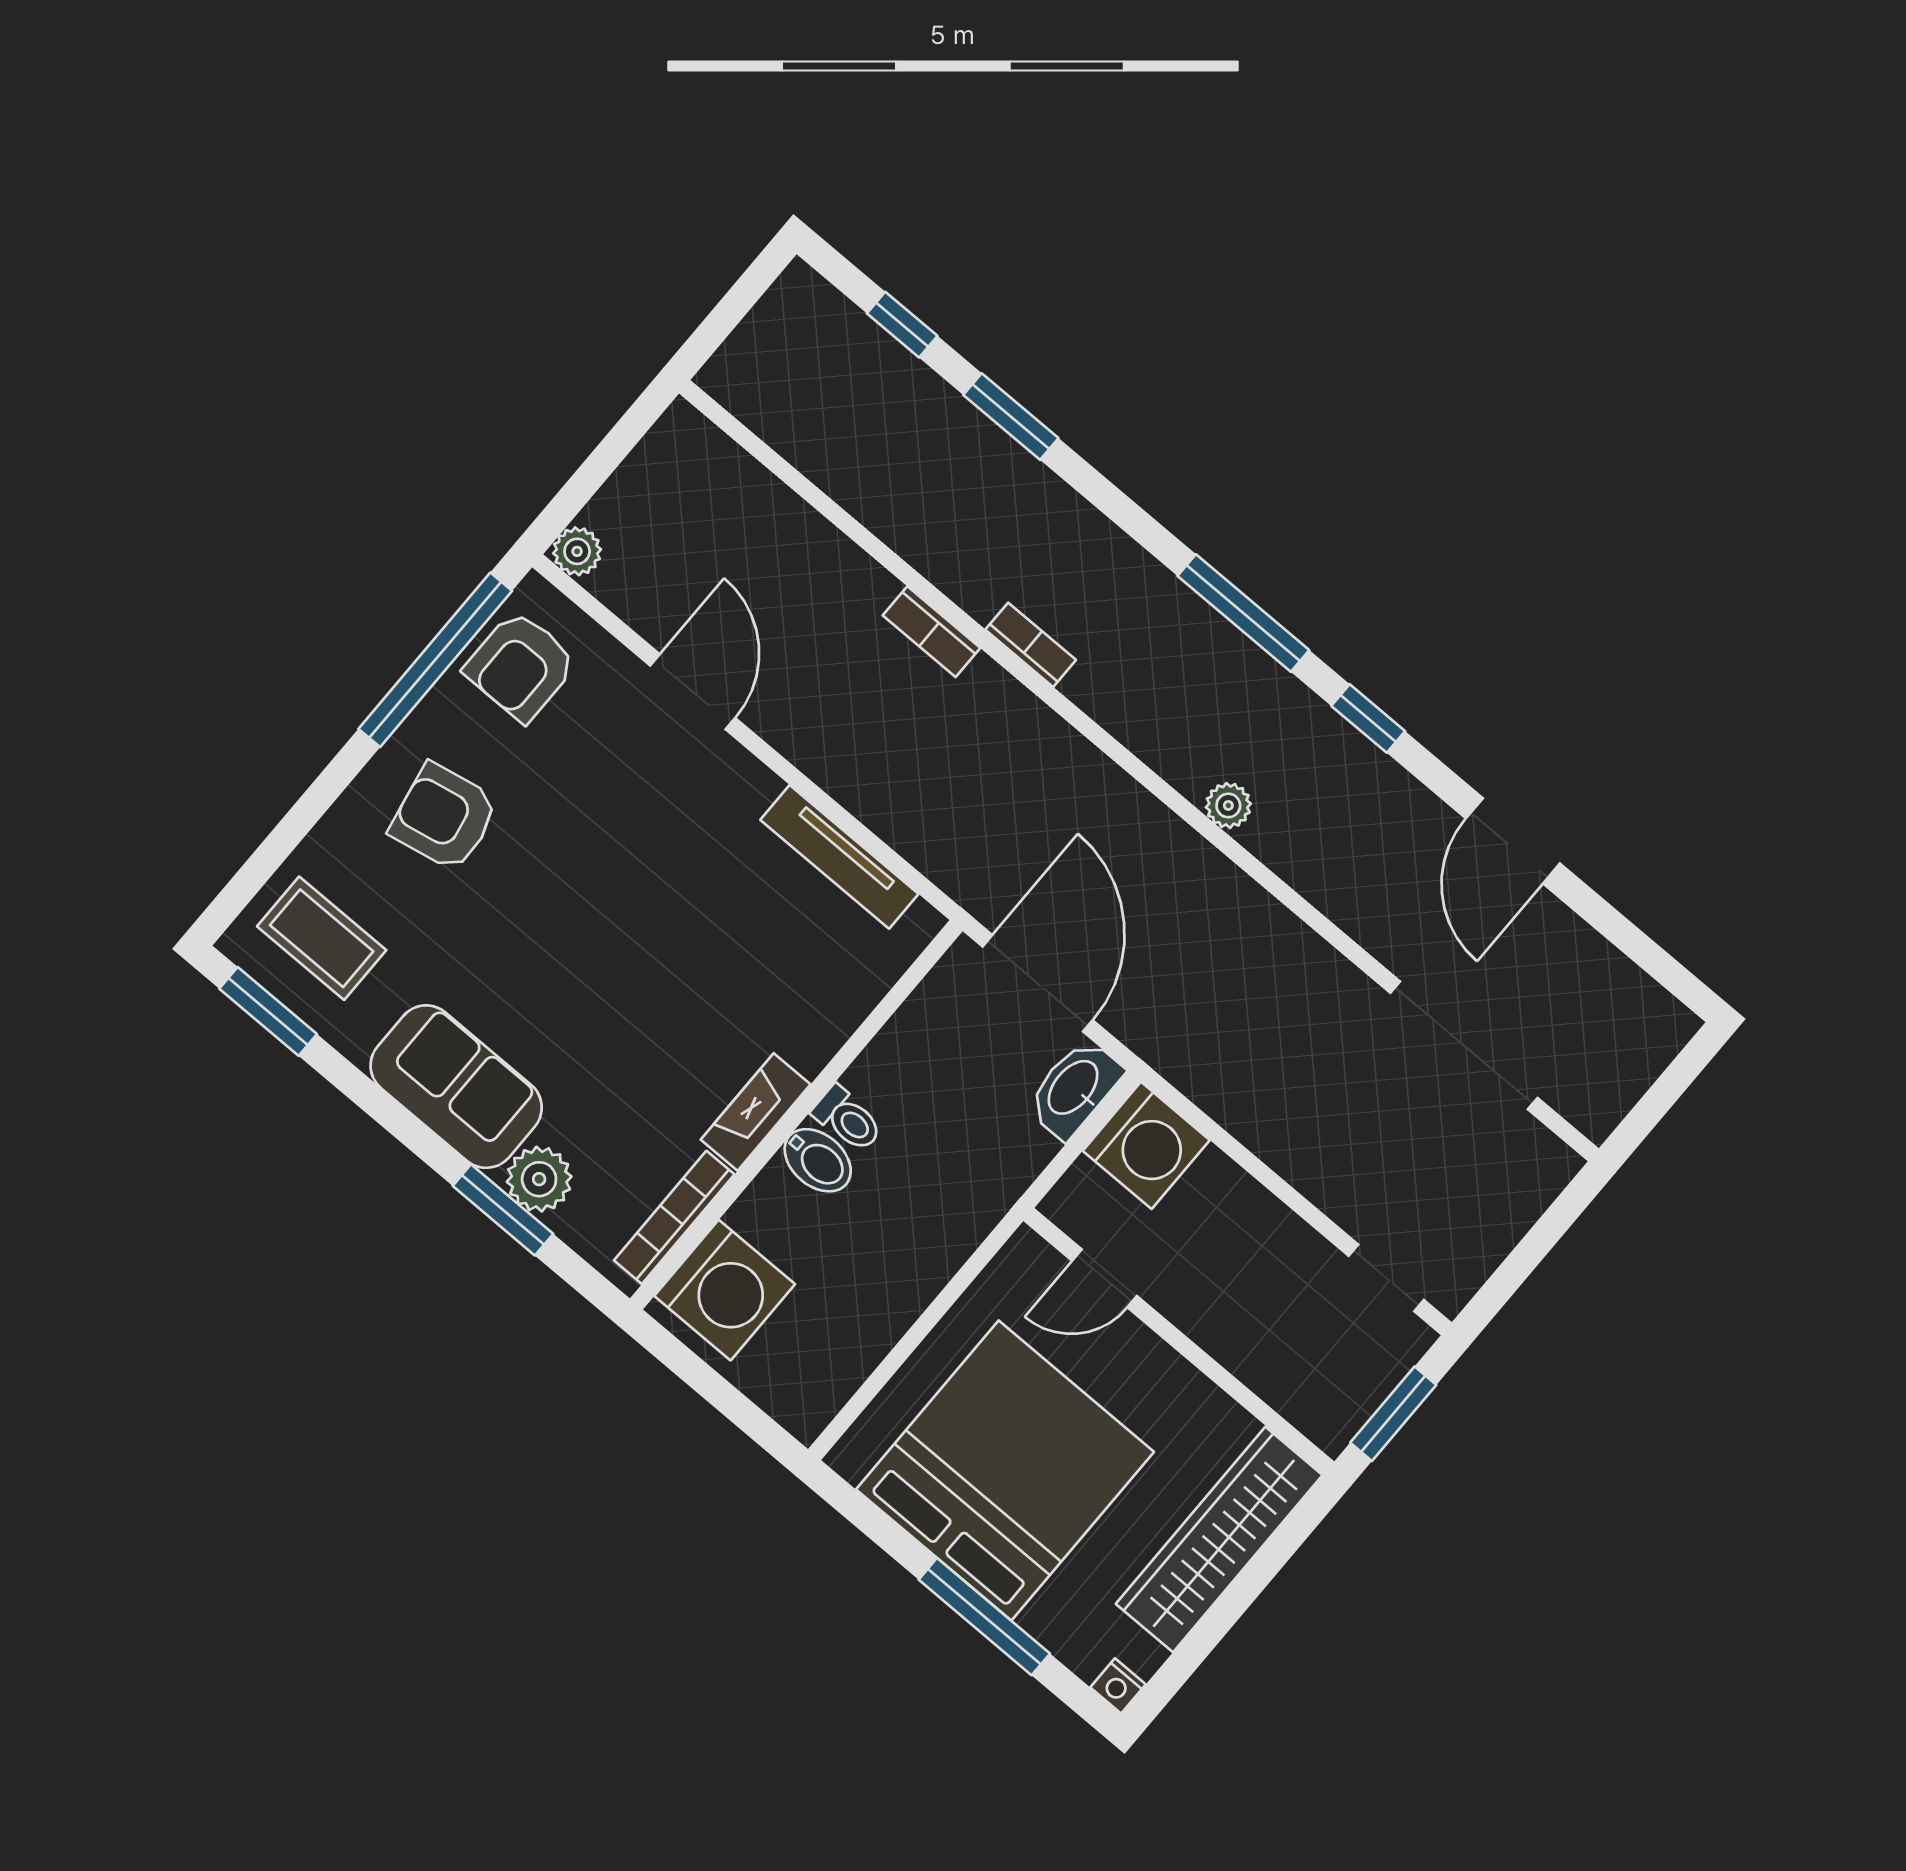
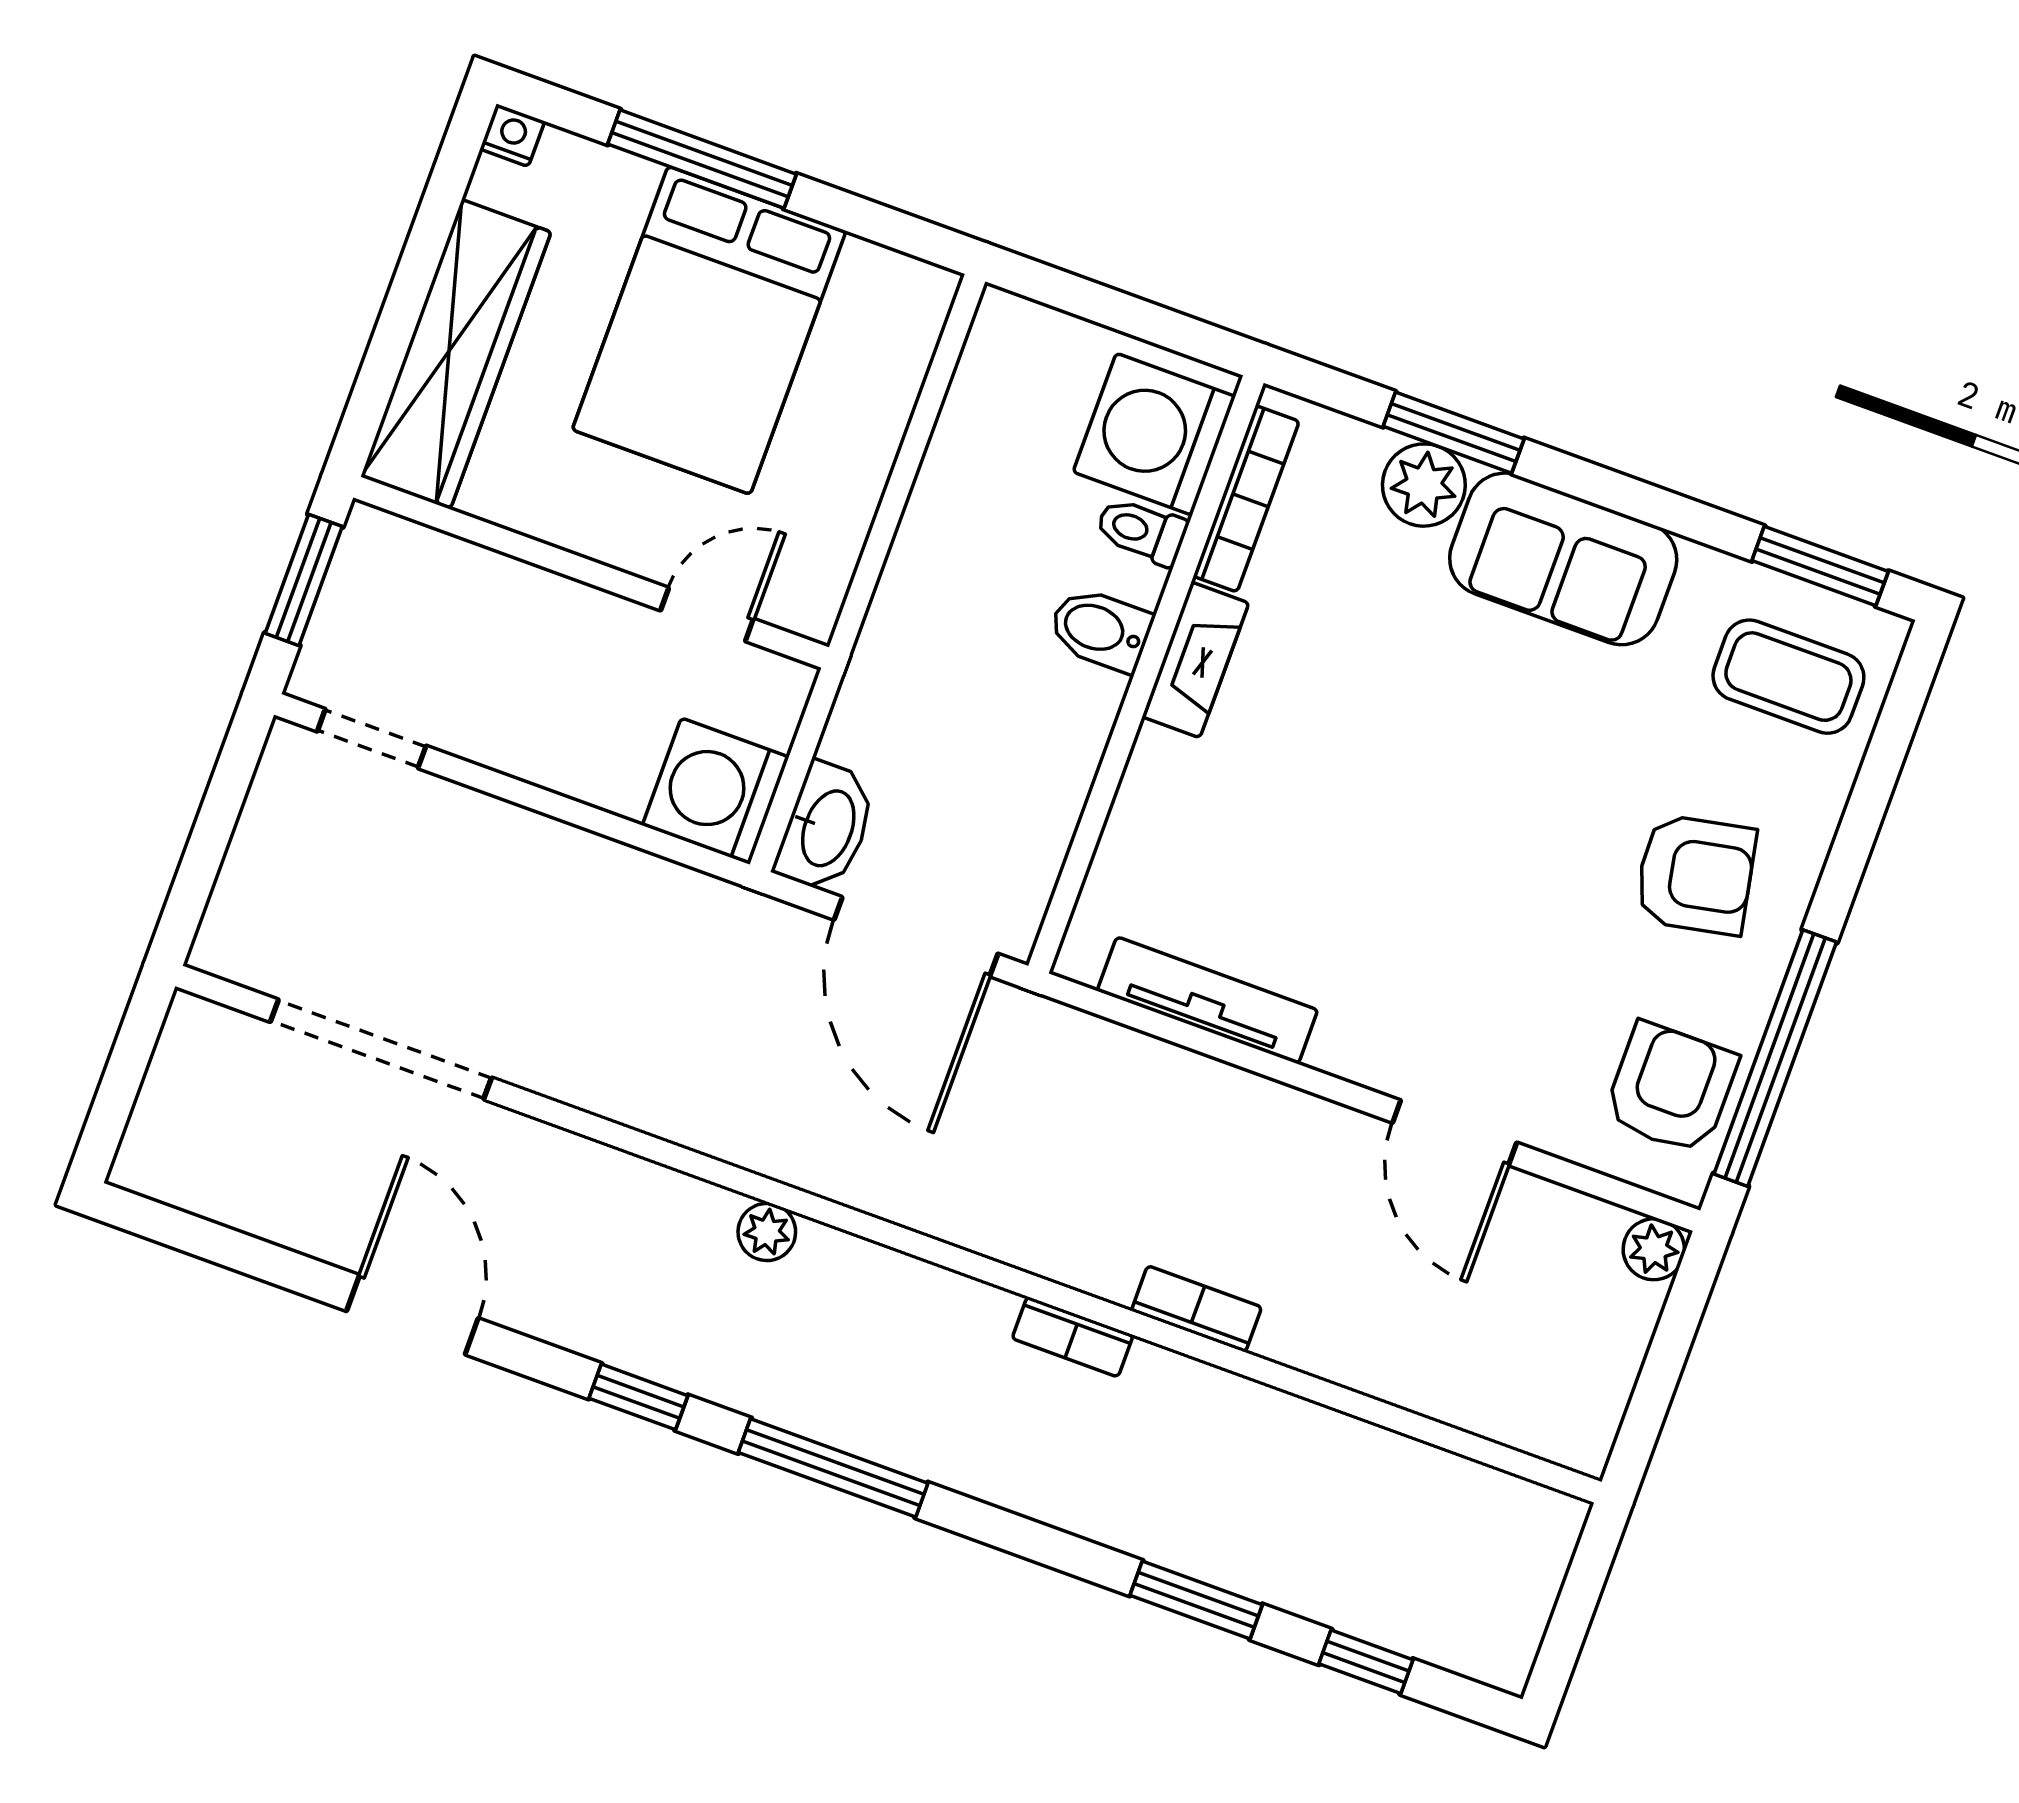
toilet: (848, 1119) -> (1141, 531), moved
bed: (1005, 1471) -> (709, 330), width x0.73

